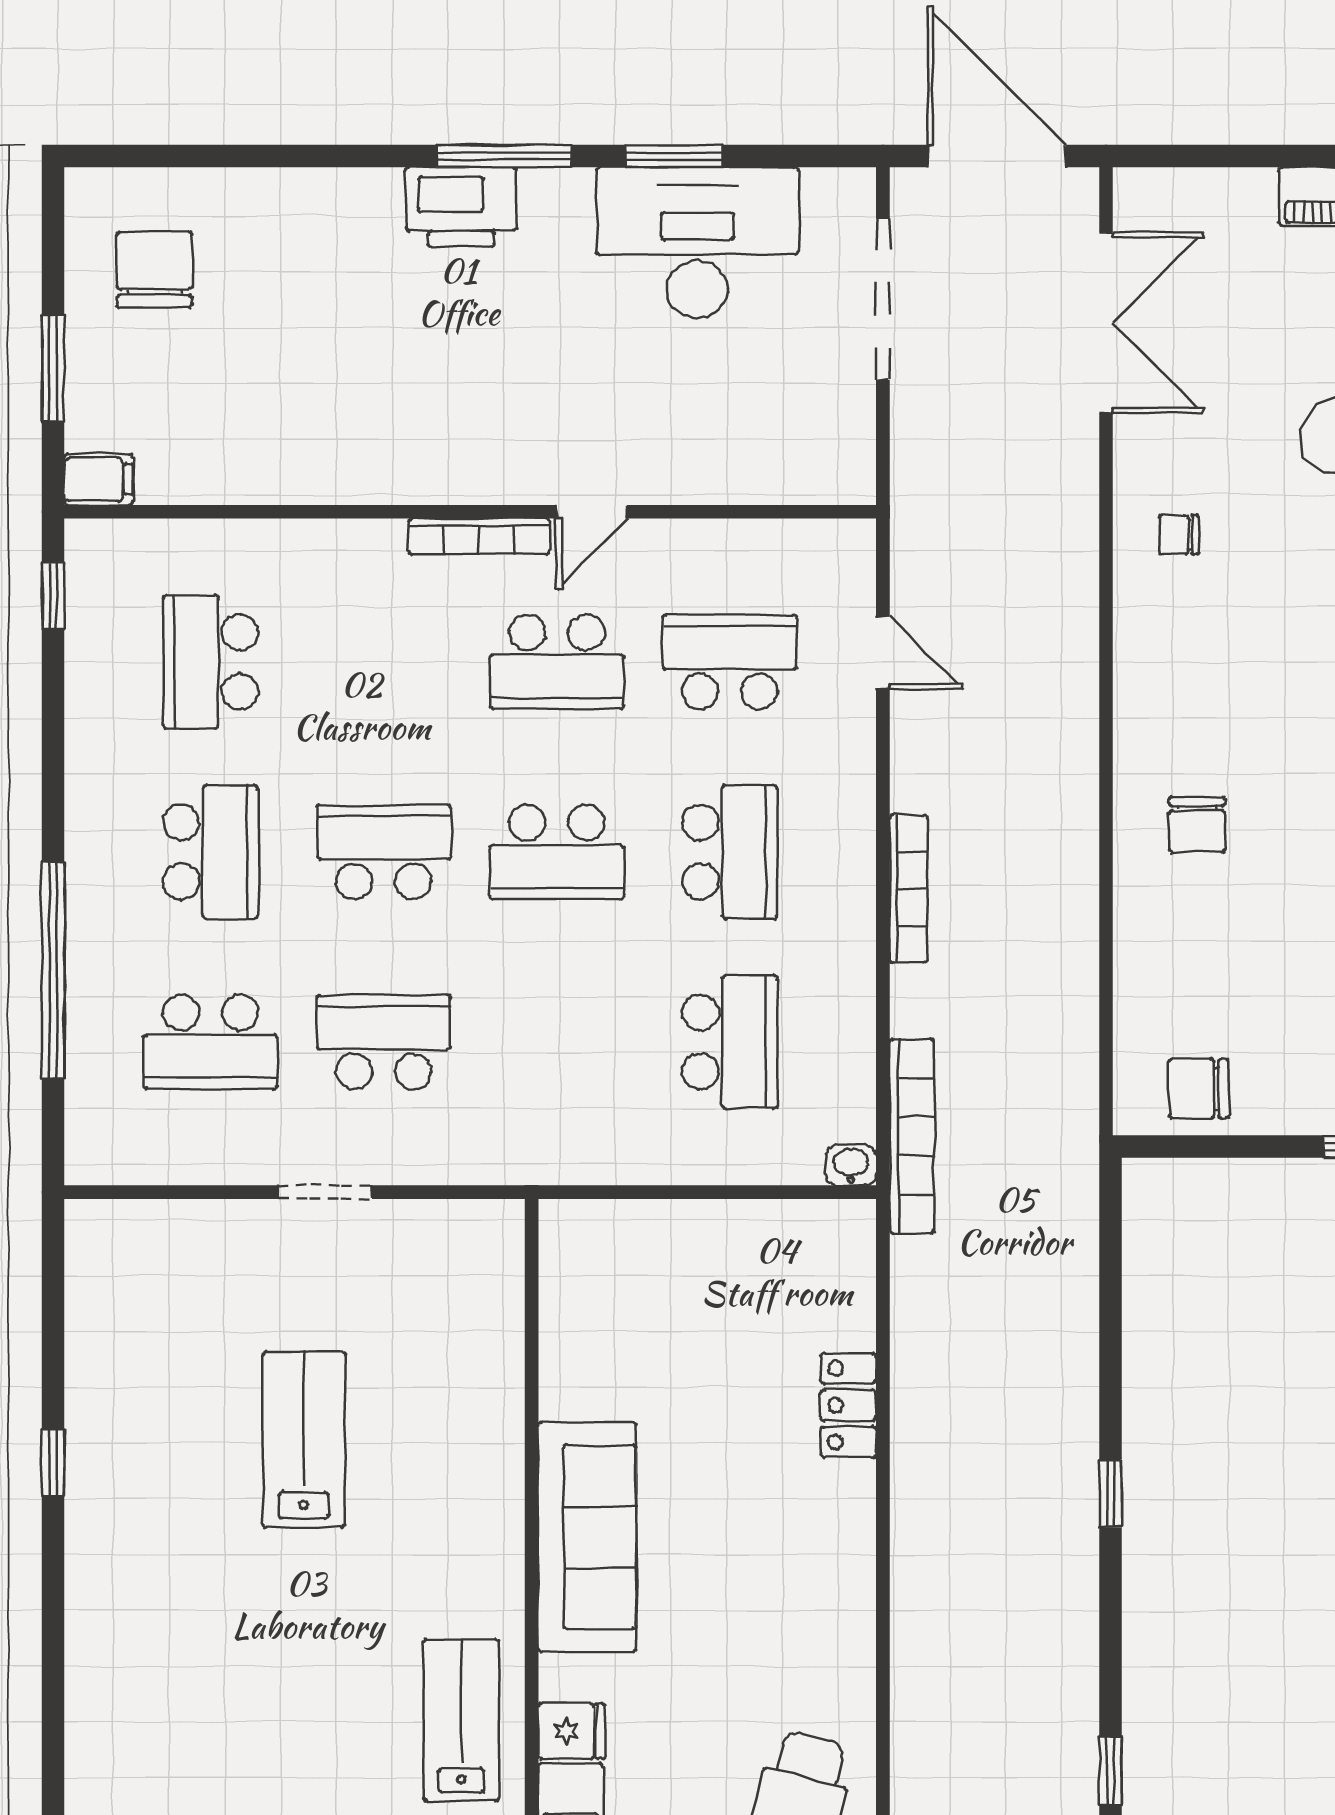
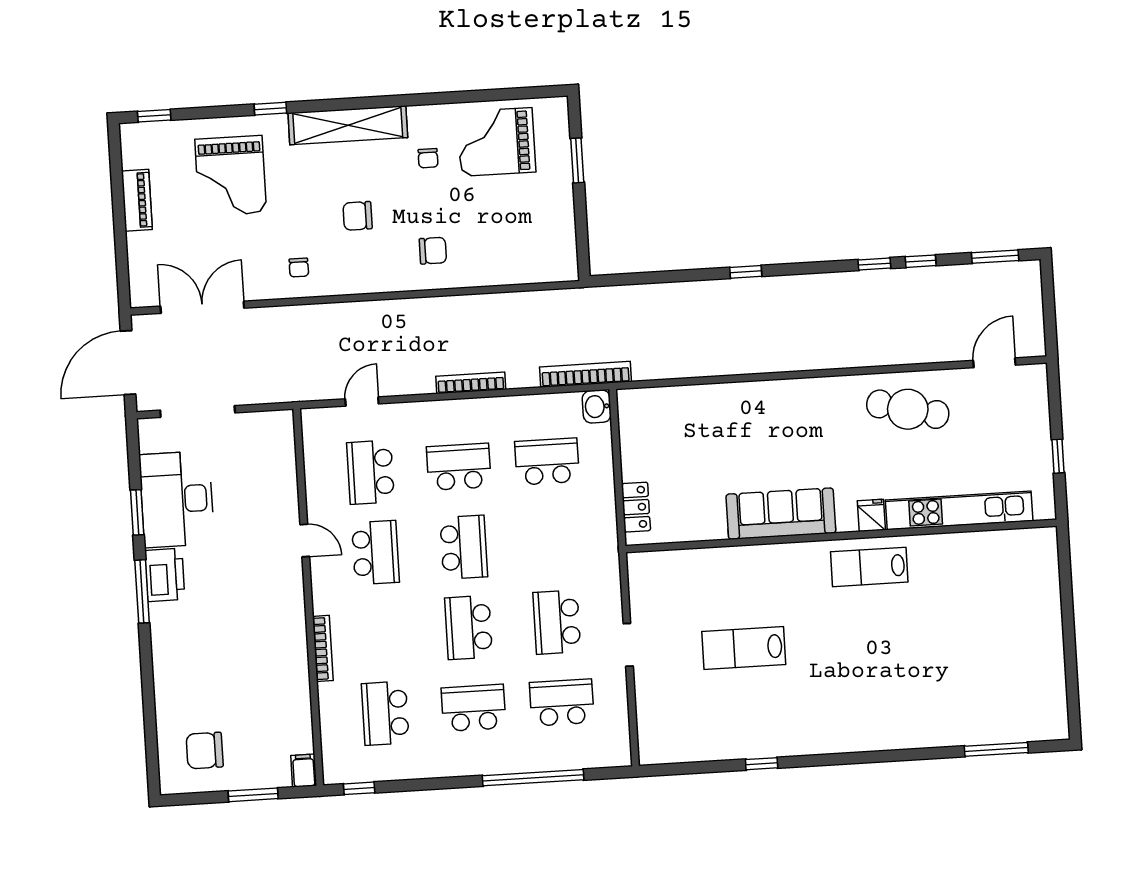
printer: (461, 207) -> (165, 575), moved
bookcase: (479, 536) -> (323, 648), moved
school desk: (211, 662) -> (385, 713), turned 90
school desk: (211, 1042) -> (562, 702), turned -90
chair: (1199, 1088) -> (358, 216), moved, turned 90
washbasin: (851, 1165) -> (597, 406), width x1.38, depth x1.45
locker: (848, 1405) -> (636, 507), moved, turned -90

